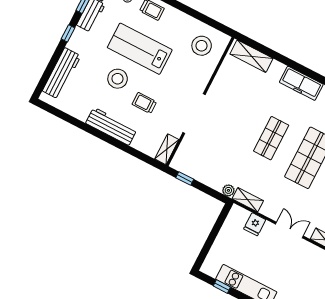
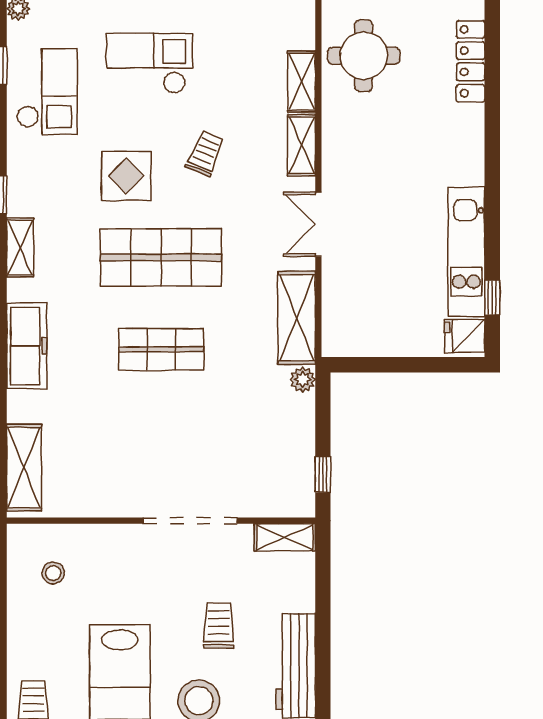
stool: (202, 46) -> (53, 573), width x0.53, depth x0.53
trolley: (144, 103) -> (219, 626), turned 180
shelving: (248, 200) -> (297, 318), width x1.50, depth x1.33
fridge: (255, 224) -> (465, 336), moved, turned 180

